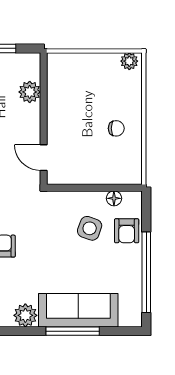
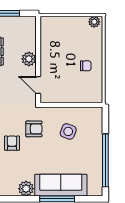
plant: (30, 92) -> (29, 59), moved
floor lamp: (114, 198) -> (84, 112), removed
armchair: (127, 231) -> (34, 129), moved, turned -90

